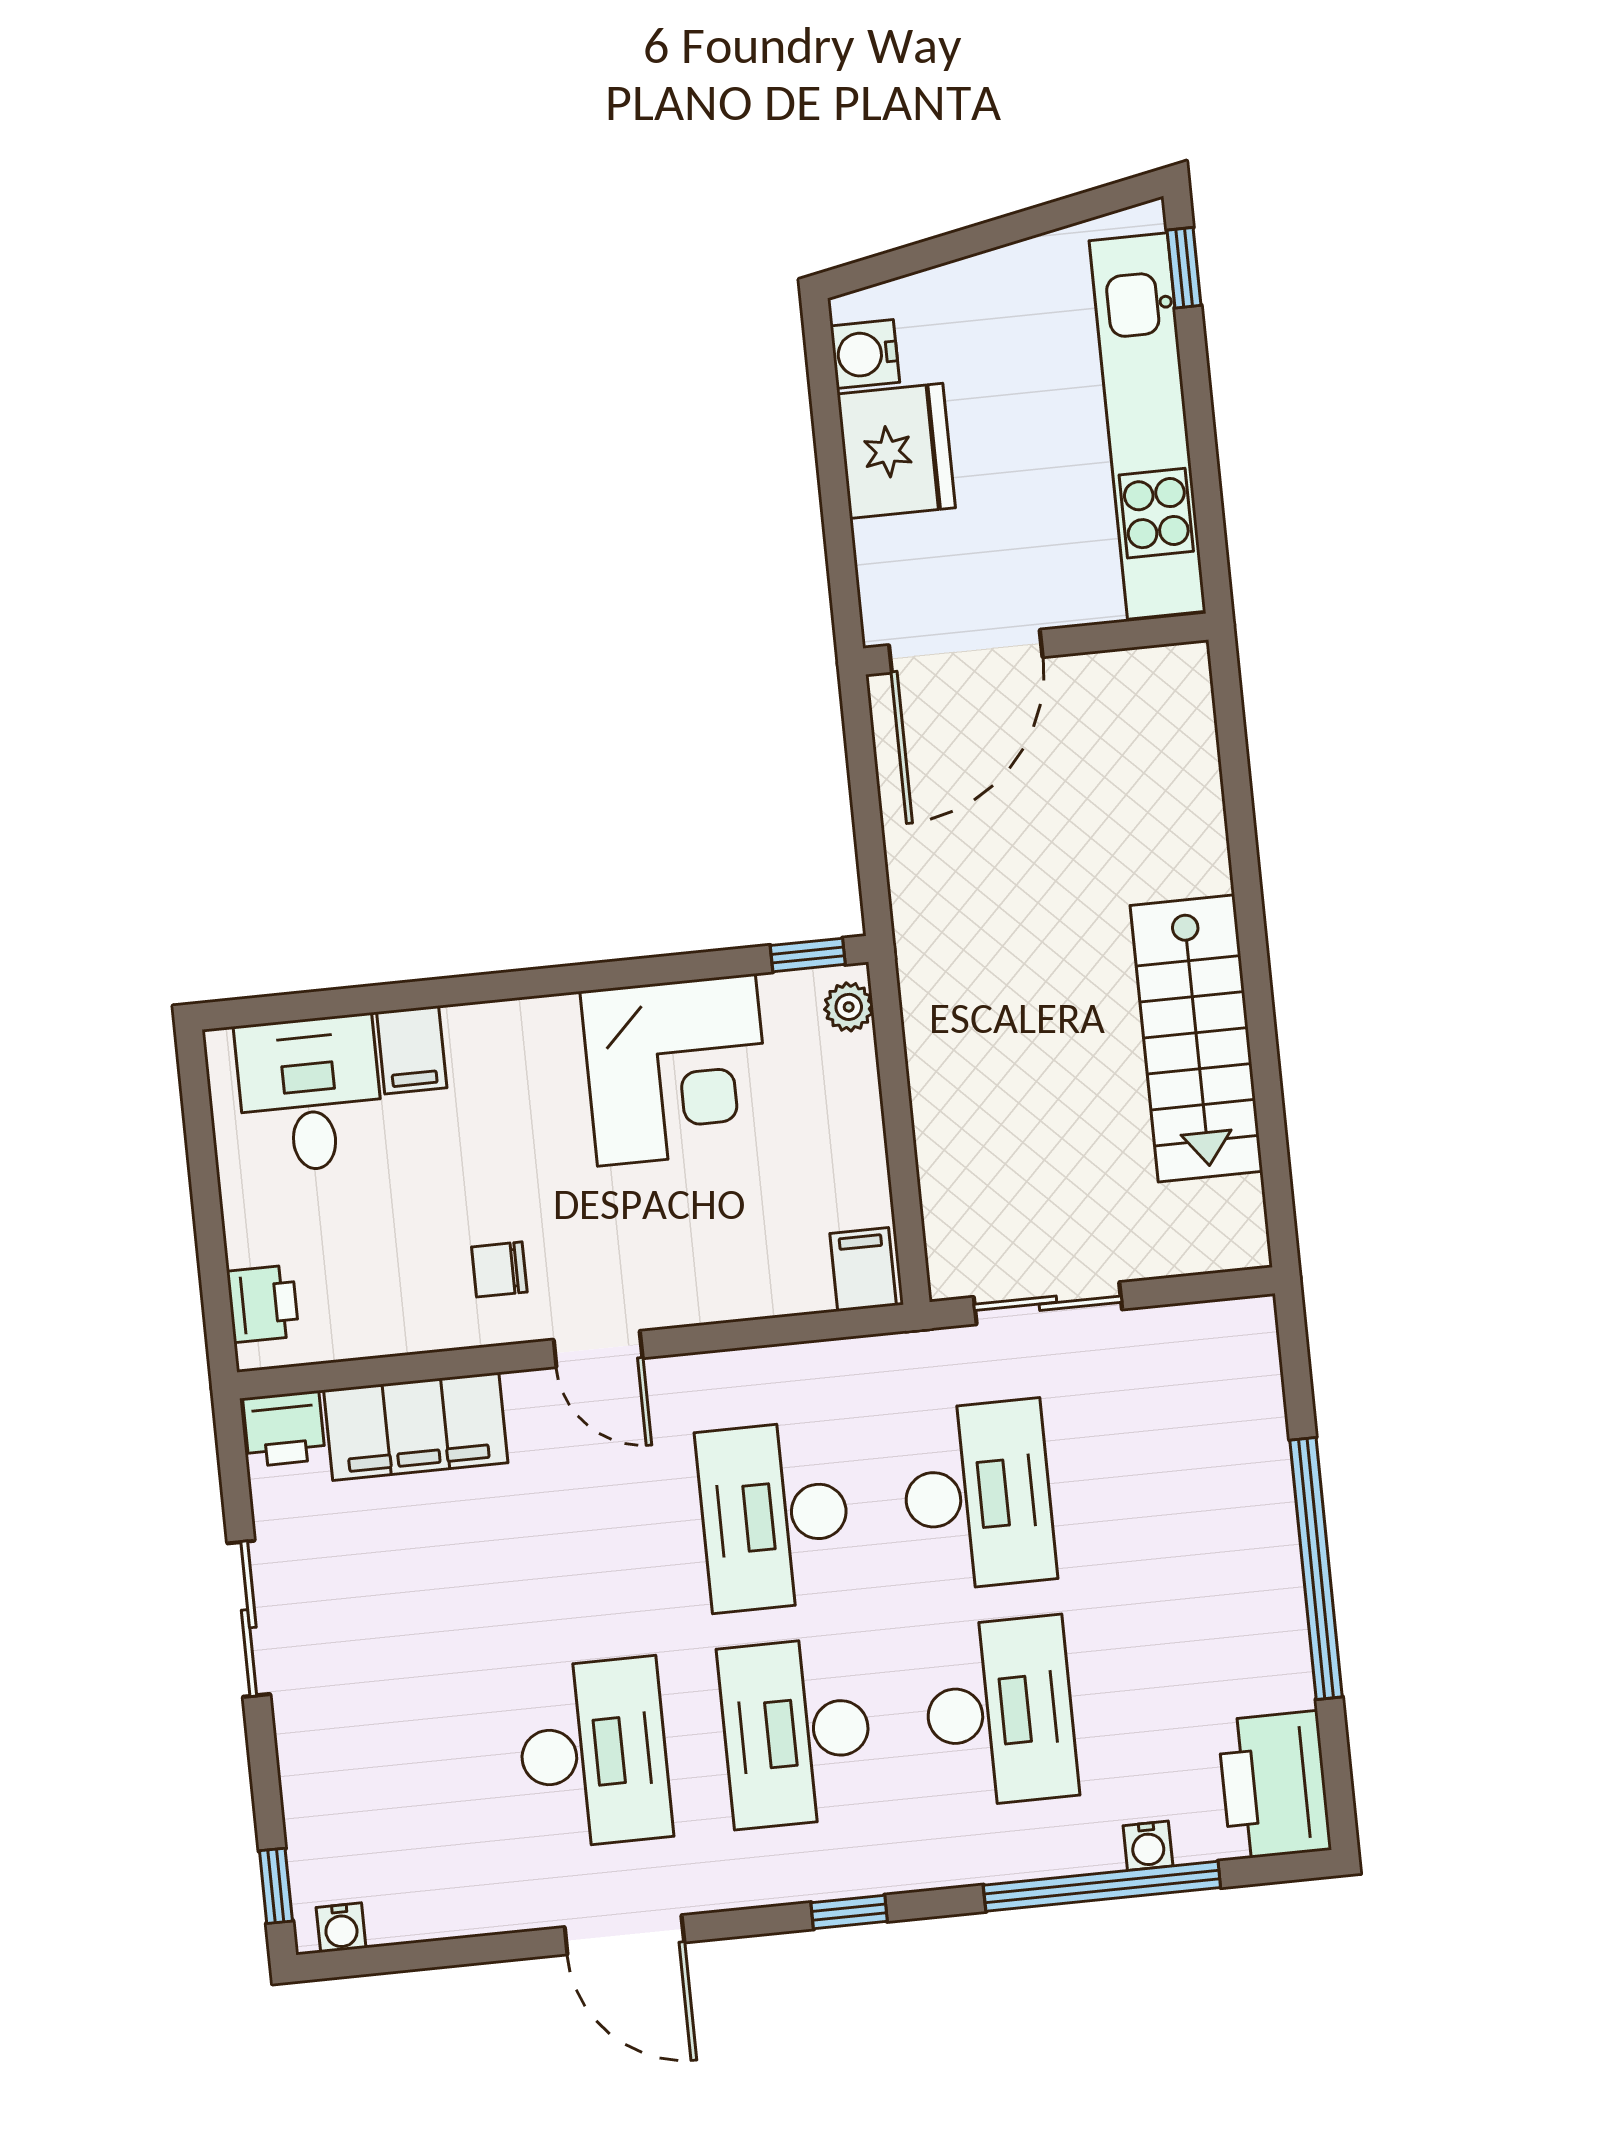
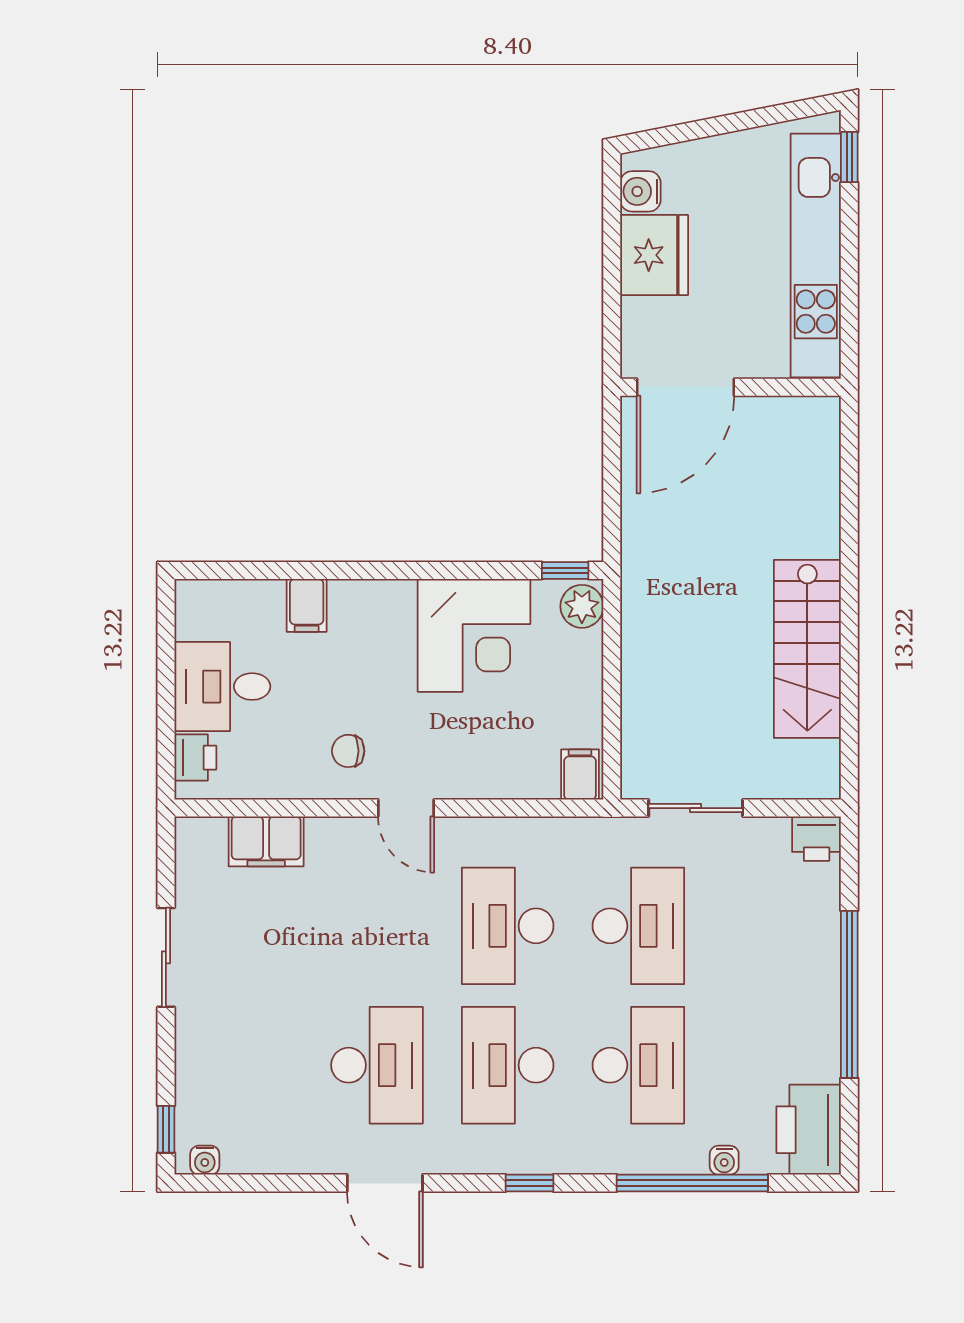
plant: (849, 1007) -> (582, 606), width x1.38, depth x1.38
desk: (310, 1094) -> (222, 687), moved, turned -90
filing cabinet: (416, 1426) -> (266, 841), width x0.67, depth x0.86
printer: (284, 1429) -> (817, 839), moved

